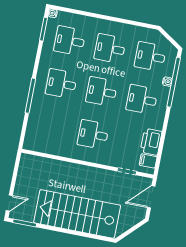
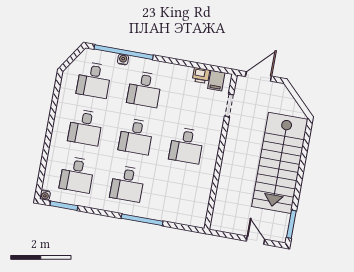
printer: (151, 142) -> (201, 75), width x0.53, depth x0.68
door: (151, 197) -> (258, 76), swing flipped
door: (9, 203) -> (255, 240), moved

